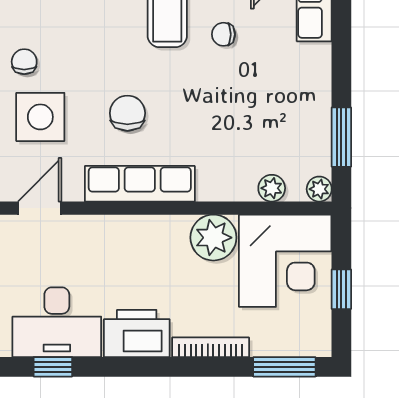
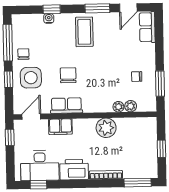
chair: (223, 34) -> (137, 77), moved
row of seats: (140, 184) -> (66, 106), width x0.68
plant: (319, 189) -> (118, 107), moved
filing cabinet: (107, 233) -> (60, 127), added
corner desk: (285, 261) -> (137, 137), removed

